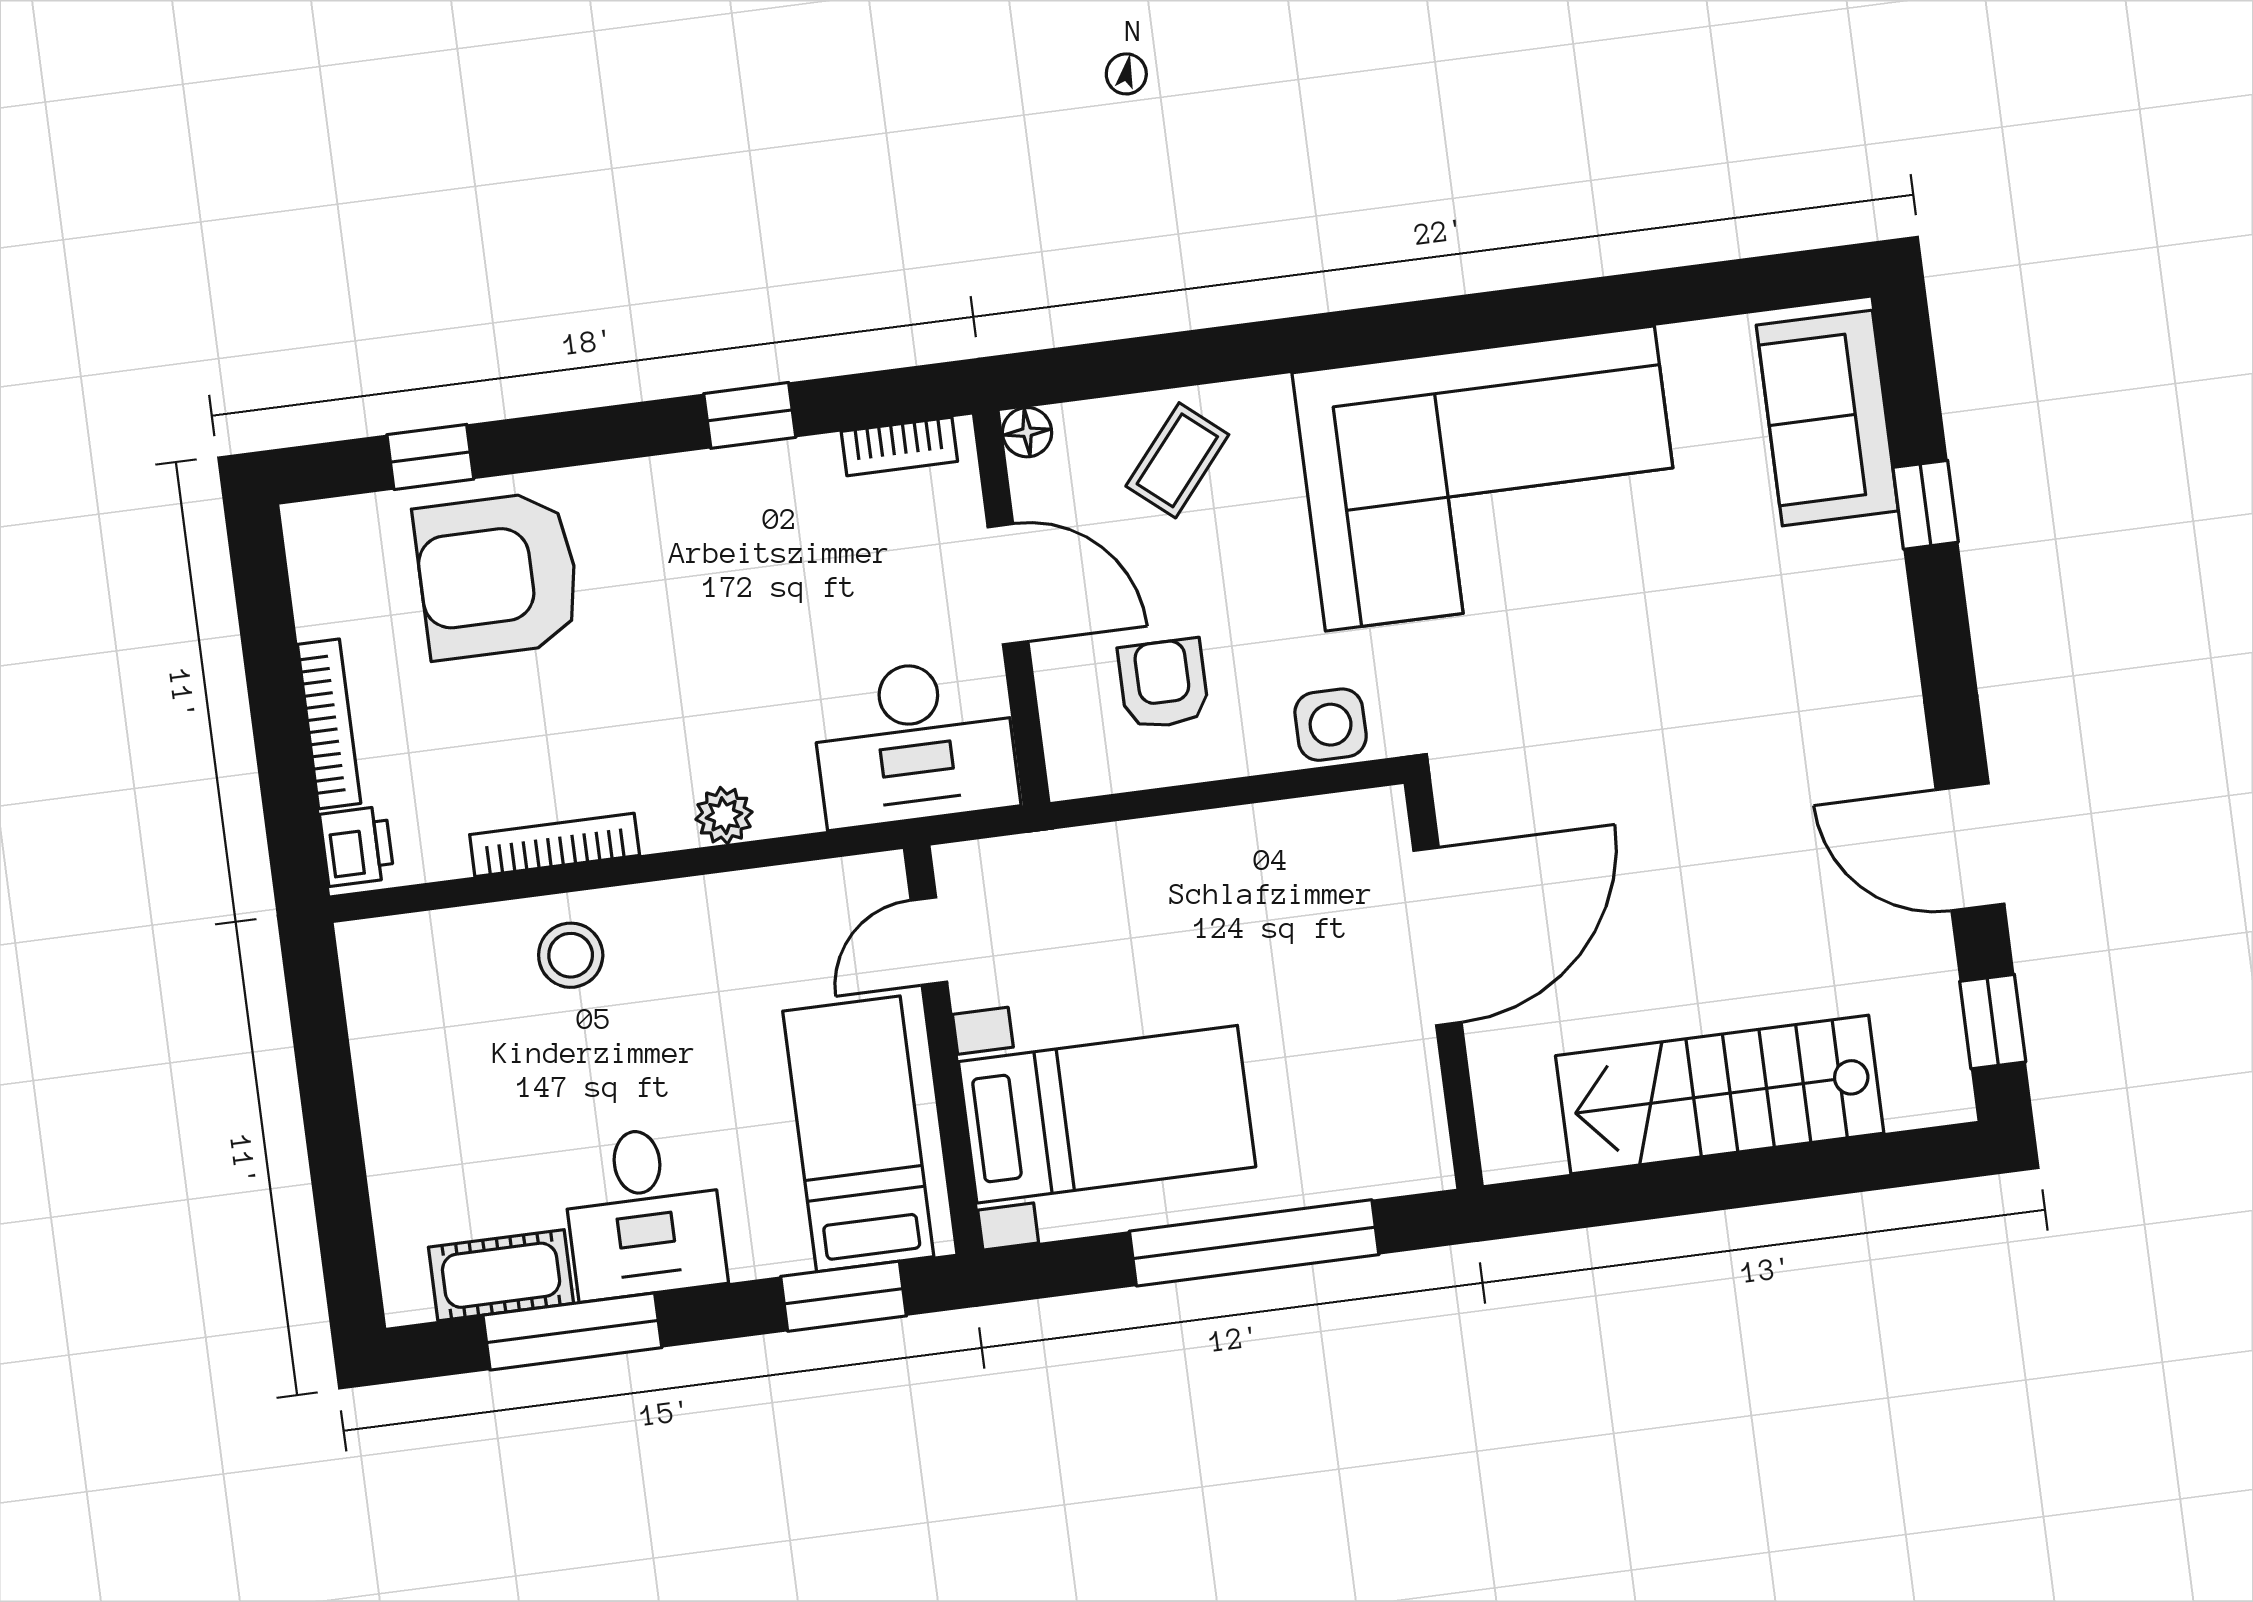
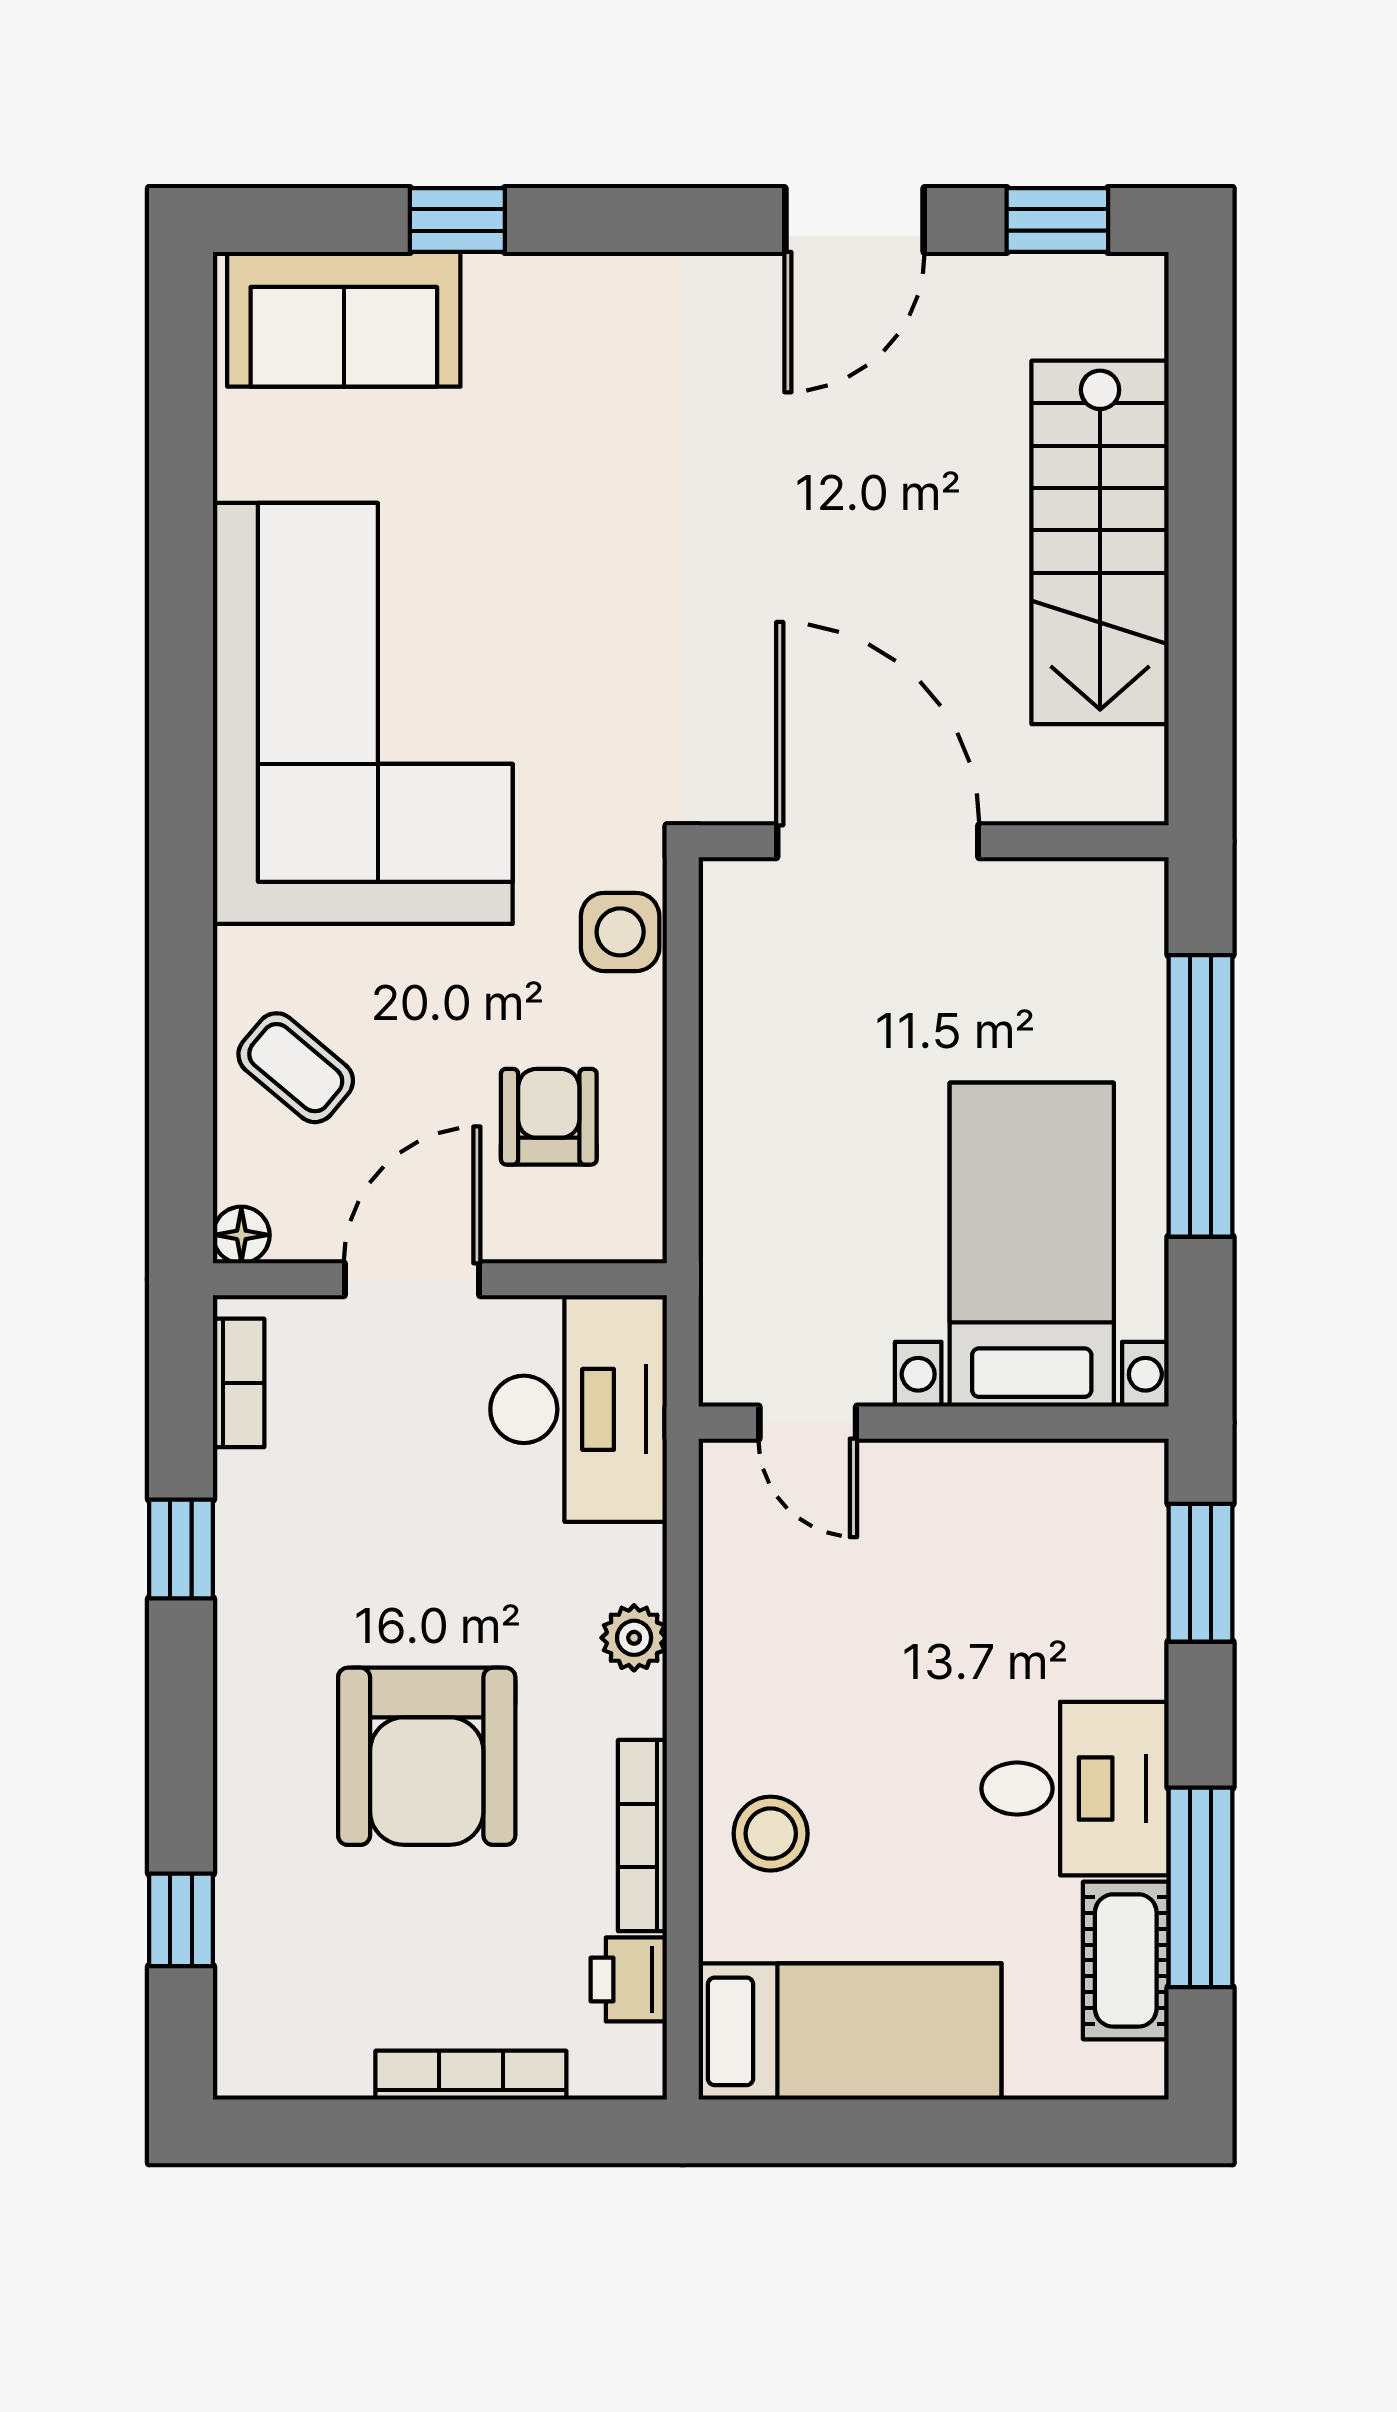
armchair: (498, 575) -> (427, 1756), moved
armchair: (1163, 684) -> (549, 1117), turned 90
printer: (357, 846) -> (629, 1979), moved, turned -90
bed: (858, 1134) -> (850, 2031), moved, turned 180

